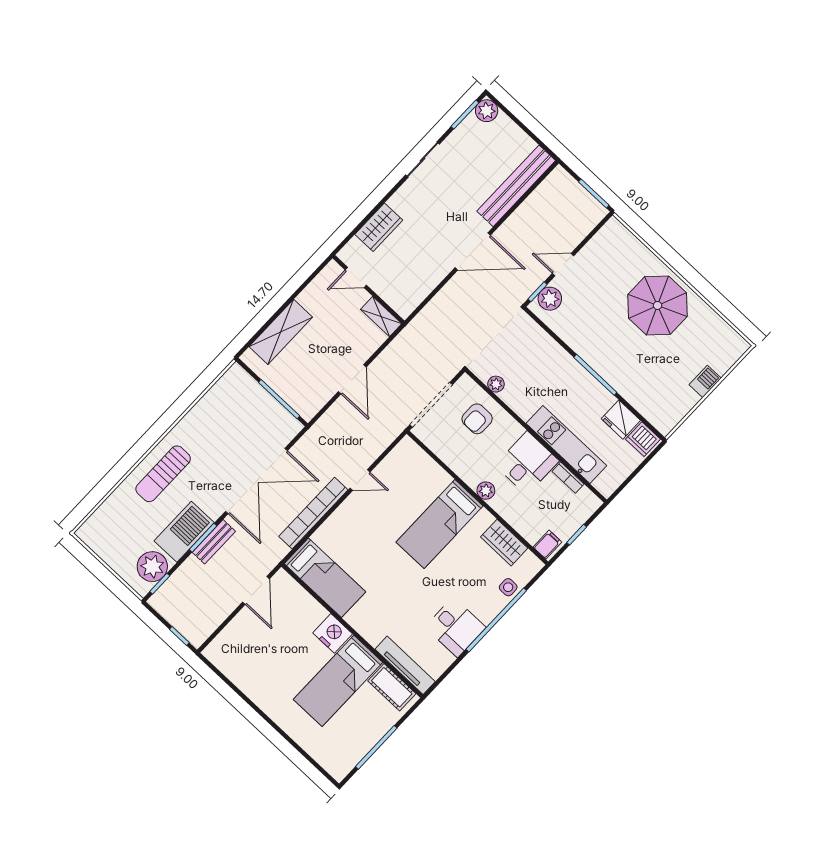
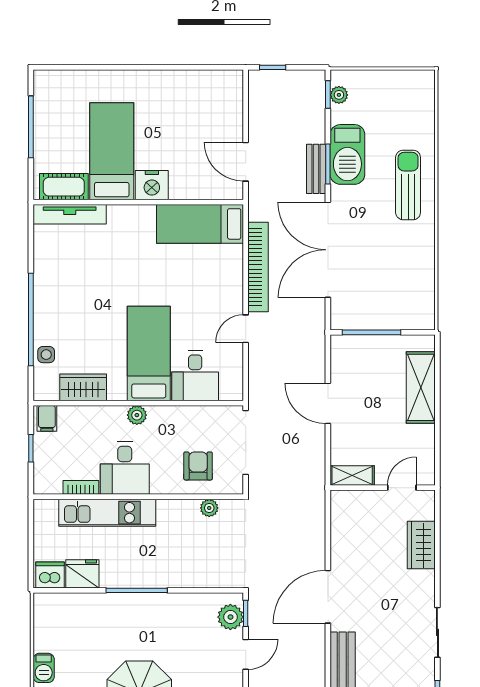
plant: (152, 567) -> (339, 95), width x0.53, depth x0.53
desk: (455, 627) -> (195, 376), moved, turned -90

